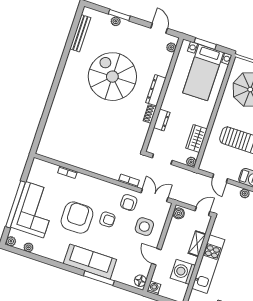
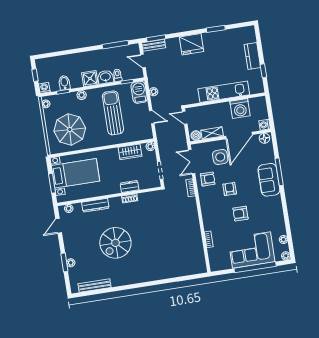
spiral stairs: (112, 77) -> (115, 243), width x0.73, depth x0.73
dresser: (156, 90) -> (95, 205), moved
door: (220, 178) -> (152, 117), hinge flipped
armchair: (77, 218) -> (240, 214), width x0.53, depth x0.53
shelving: (197, 244) -> (212, 133), moved
door: (156, 257) -> (239, 135), width x1.88
sofa: (90, 262) -> (269, 180), width x0.73

